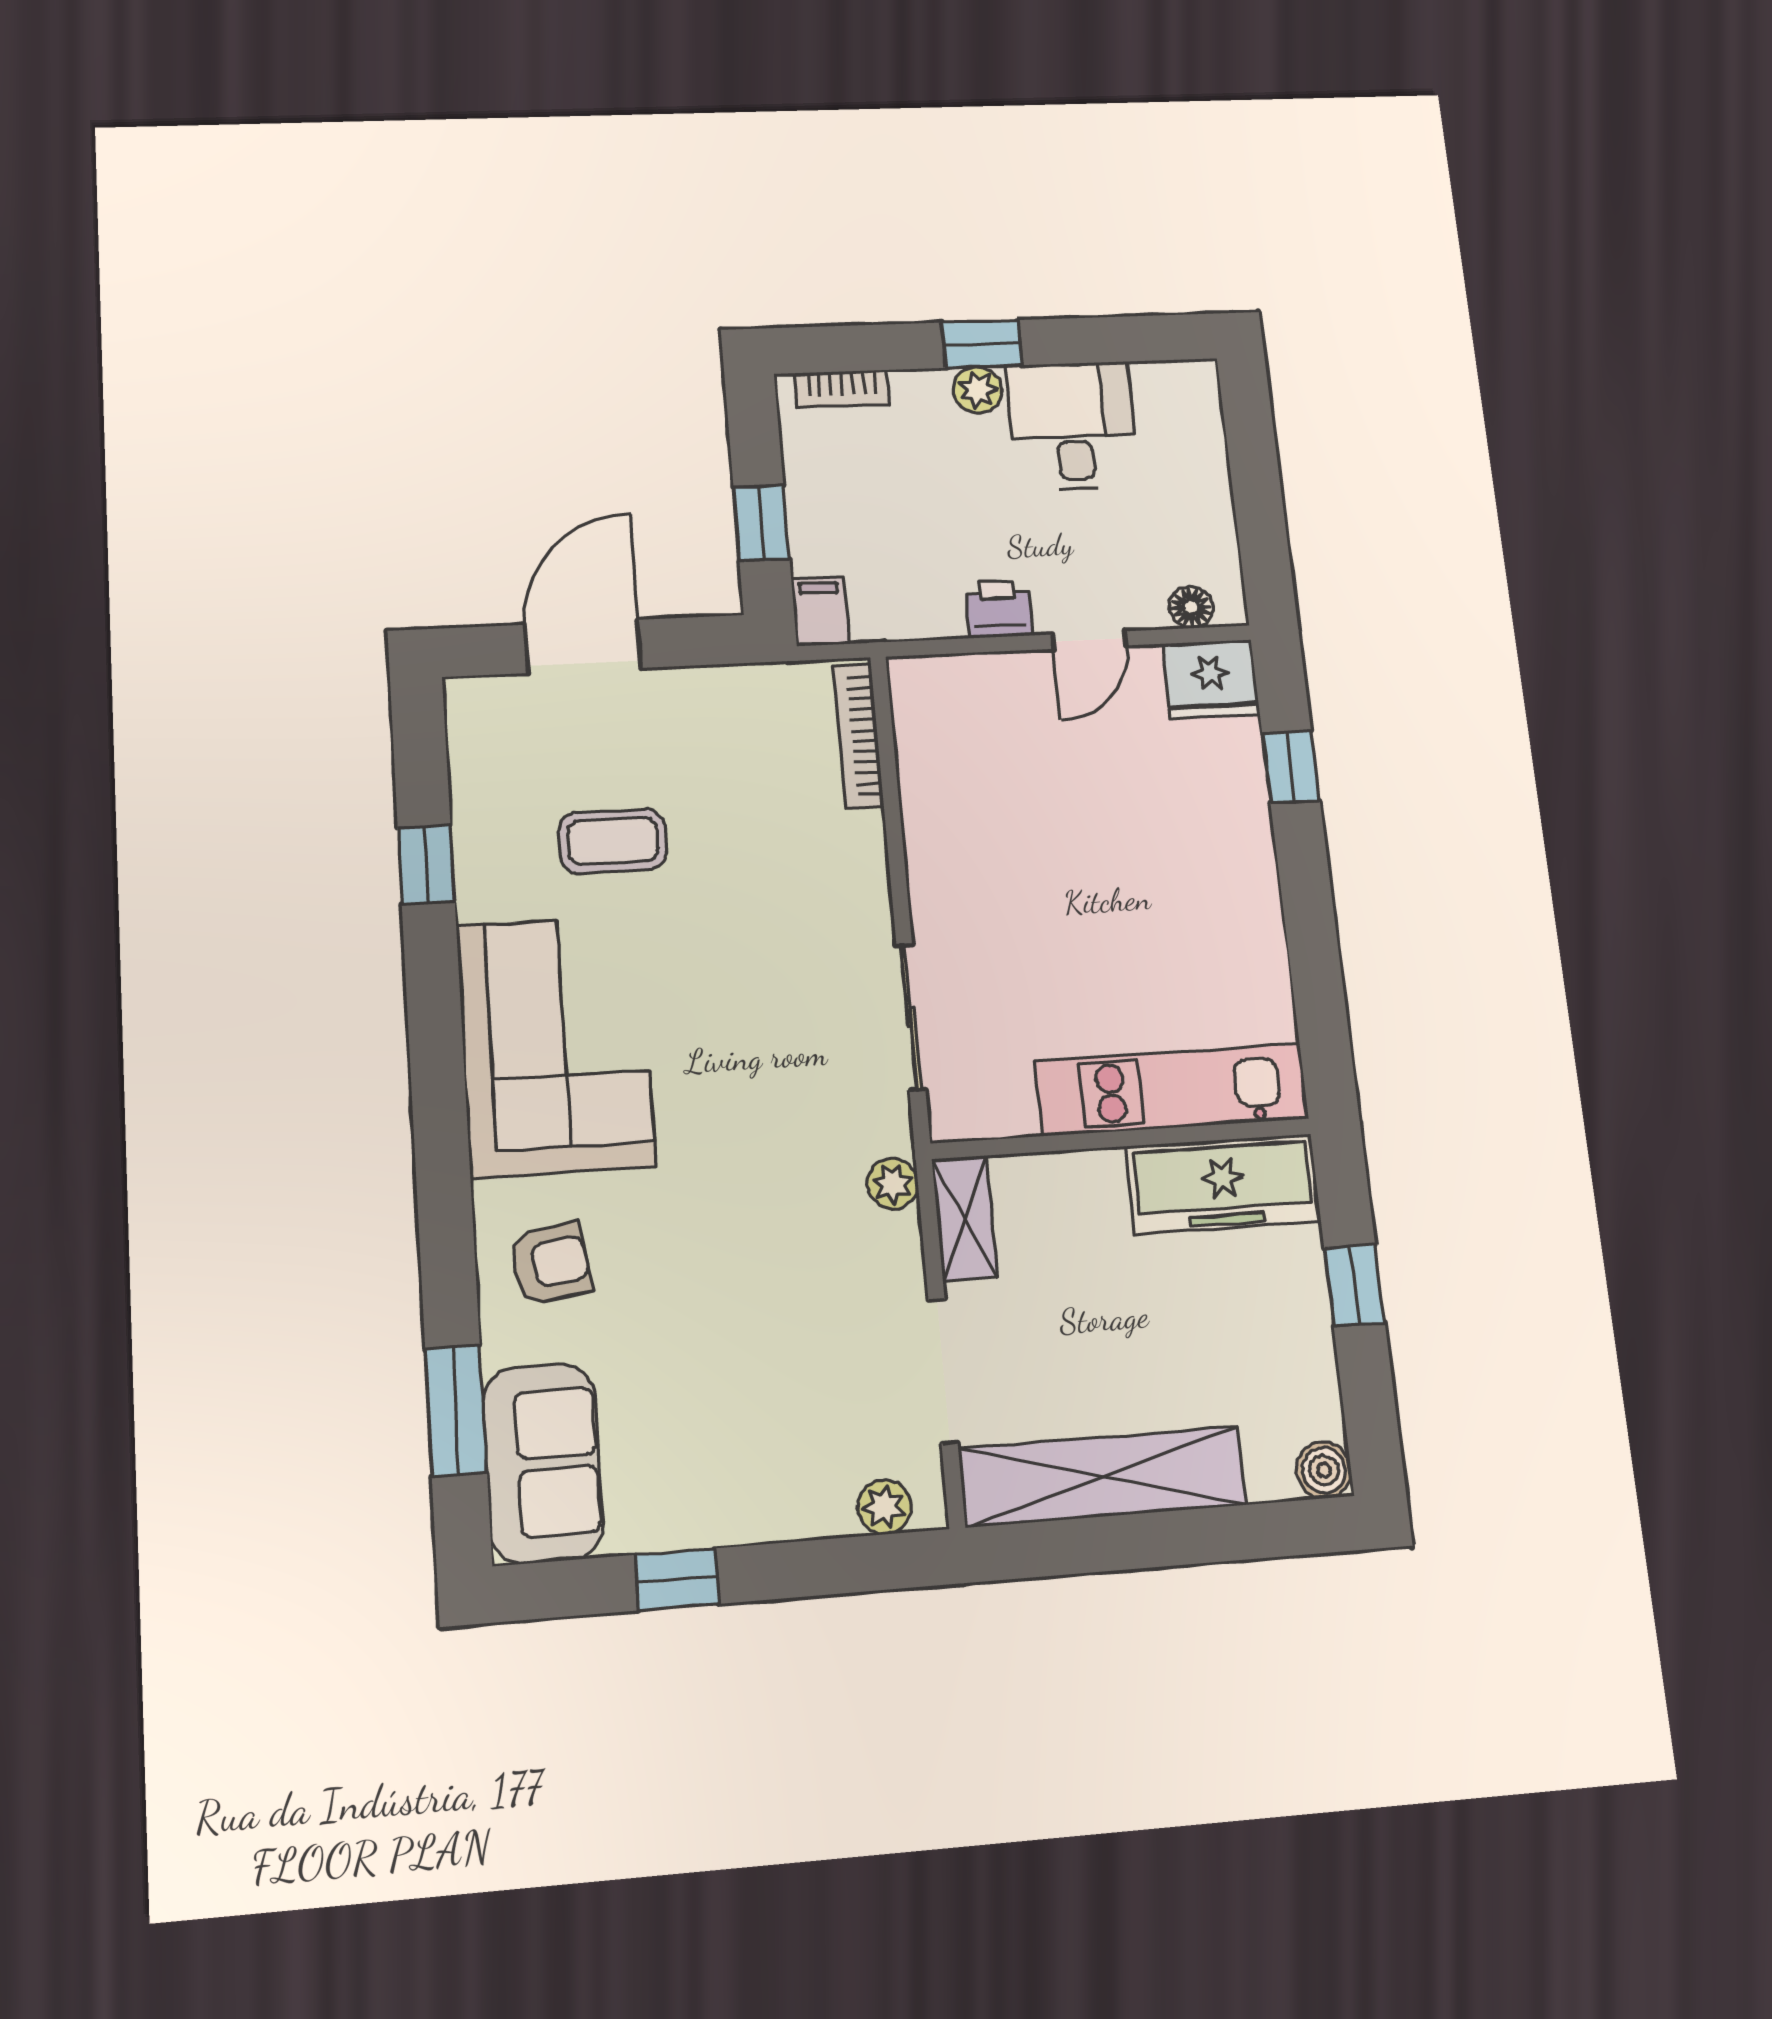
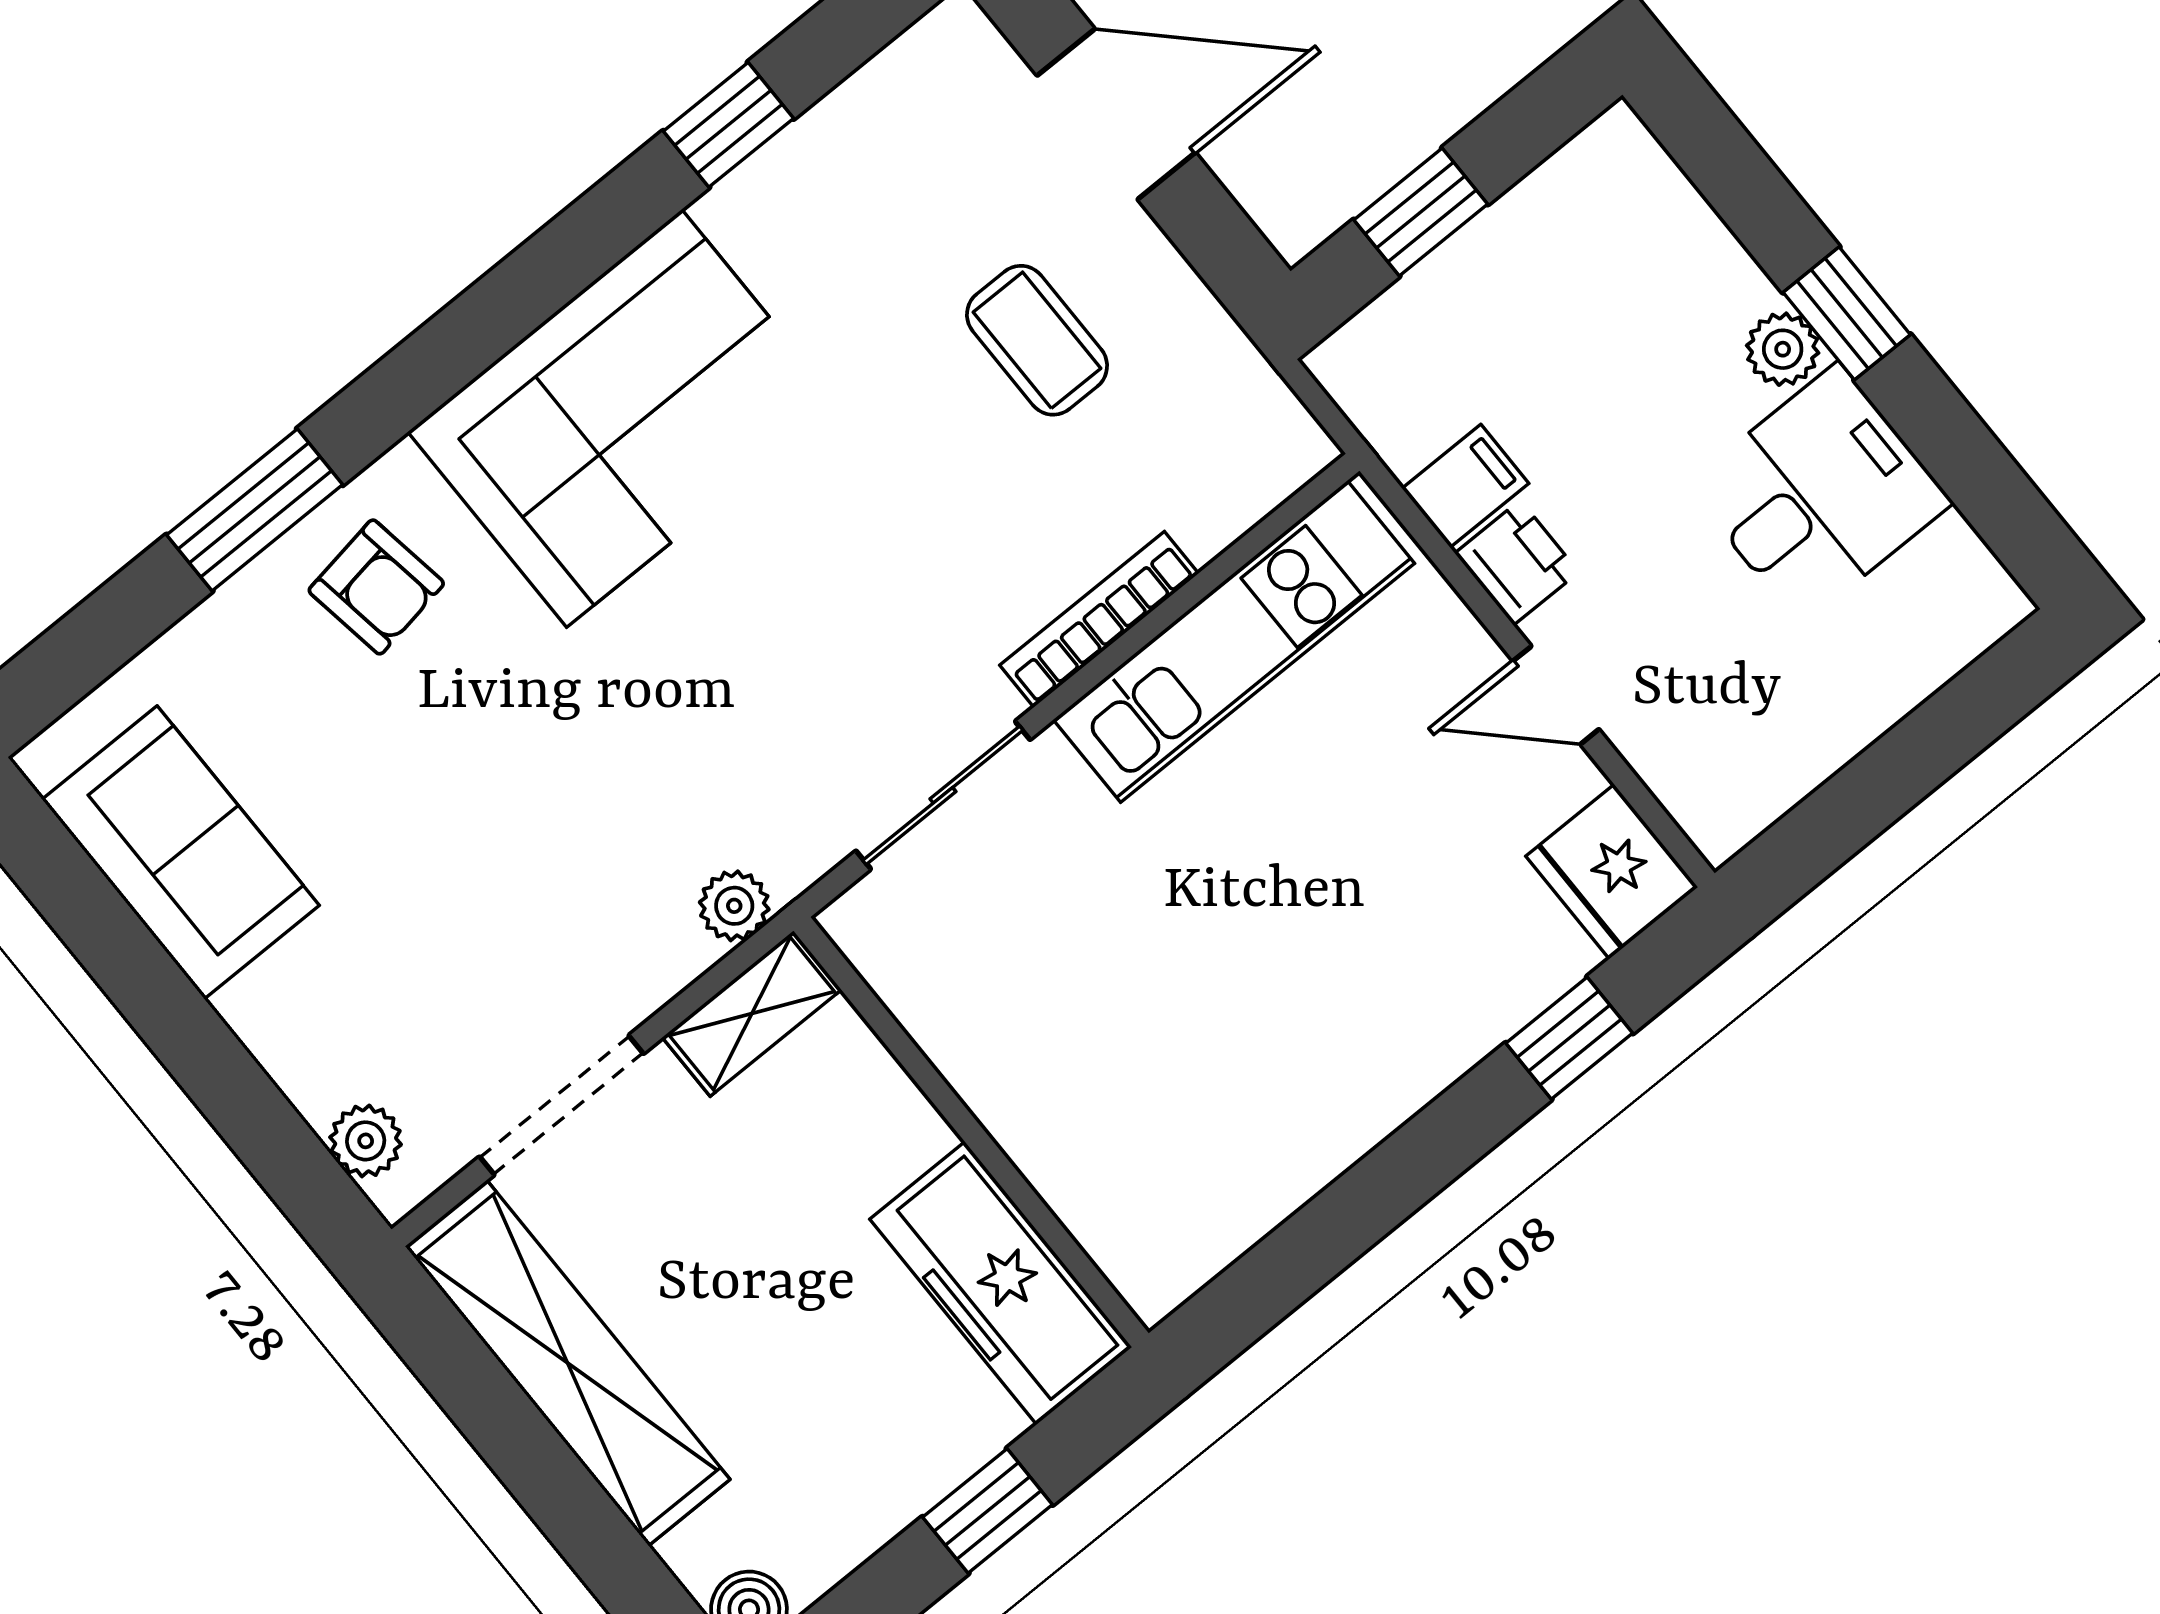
bookcase: (842, 389) -> (1663, 188), removed
floor lamp: (1191, 607) -> (1687, 789), removed
filing cabinet: (820, 611) -> (1465, 486), moved
bookcase: (859, 736) -> (1099, 619), moved
coffee table: (613, 841) -> (1037, 340), moved
kitchen unit: (1172, 1090) -> (1234, 642), moved, turned 90
window: (456, 1411) -> (255, 510), moved
sofa: (543, 1463) -> (181, 852), moved, turned -90
window: (677, 1579) -> (131, 967), removed

